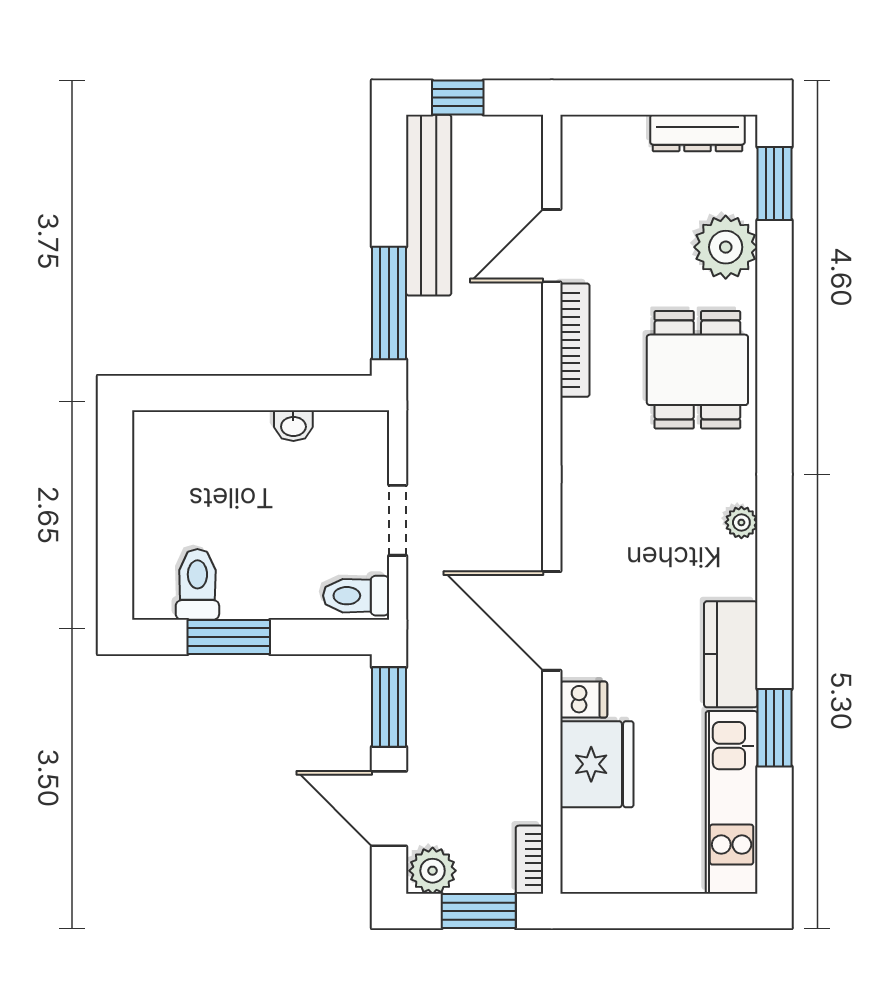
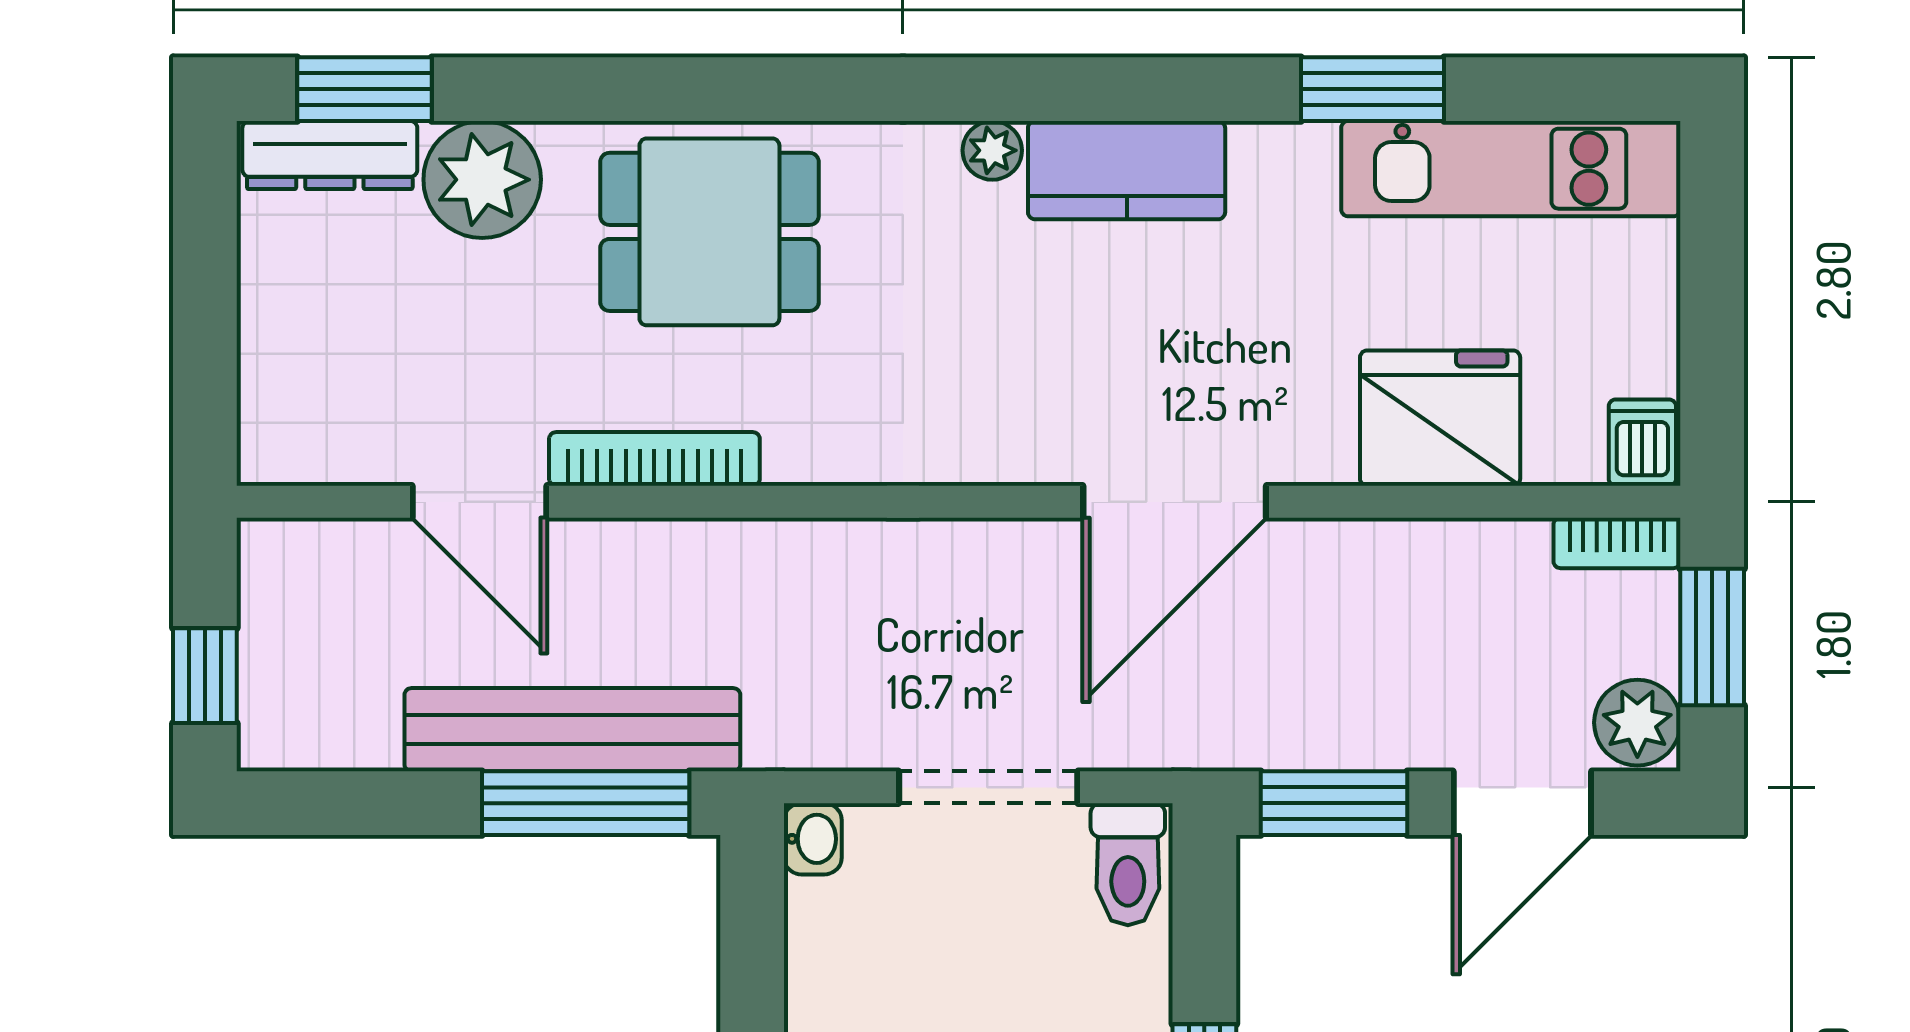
dresser: (698, 133) -> (330, 155), moved, turned 90
bench: (429, 205) -> (572, 730), moved
washbasin: (293, 426) -> (813, 839), moved
doorway: (398, 520) -> (988, 787), width x1.38
kitchen counter: (731, 654) -> (1127, 170), moved
dishwasher: (584, 700) -> (1642, 443), moved

